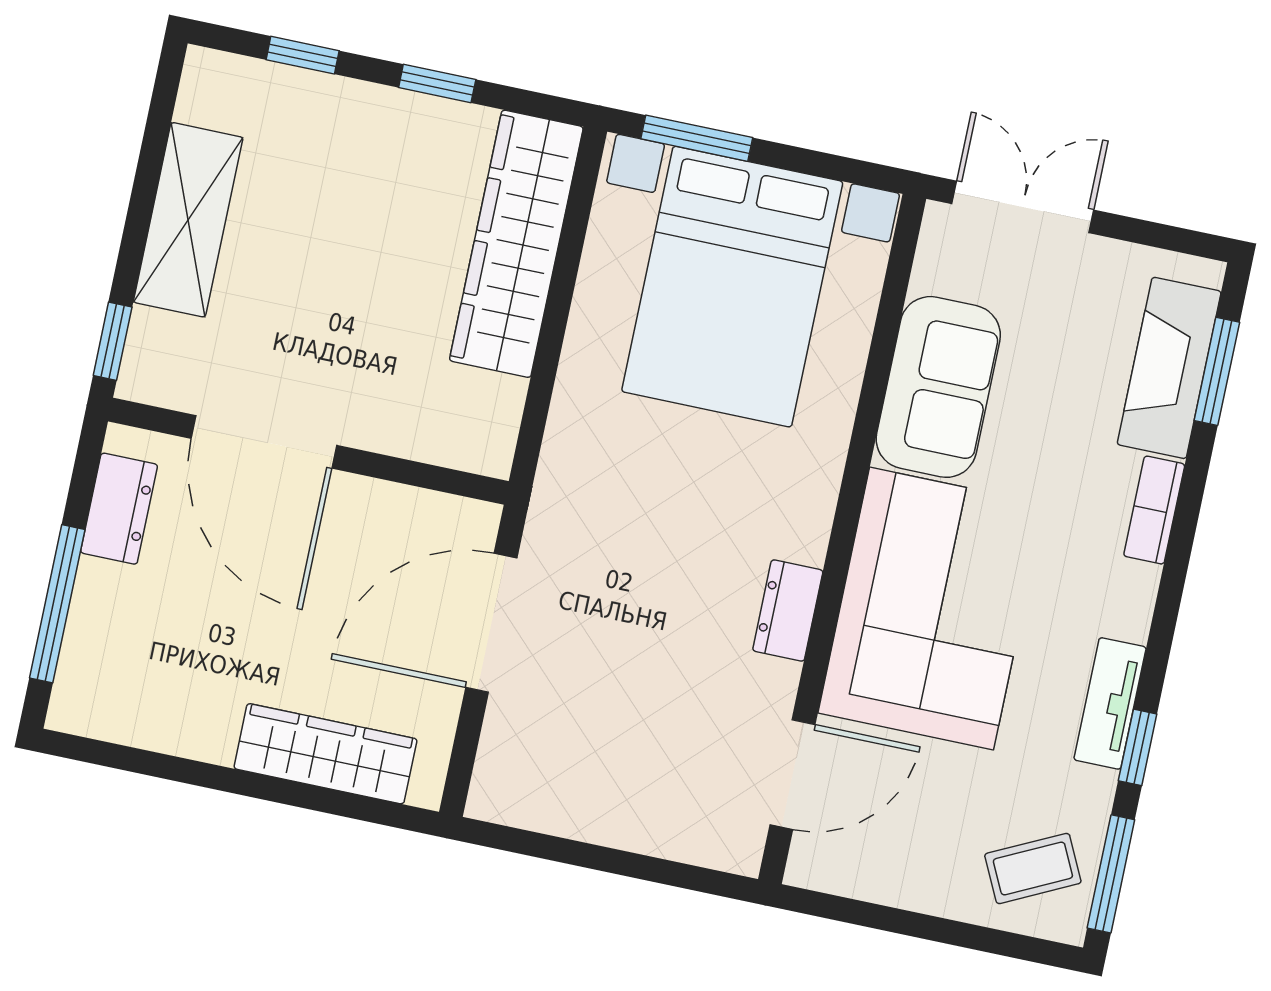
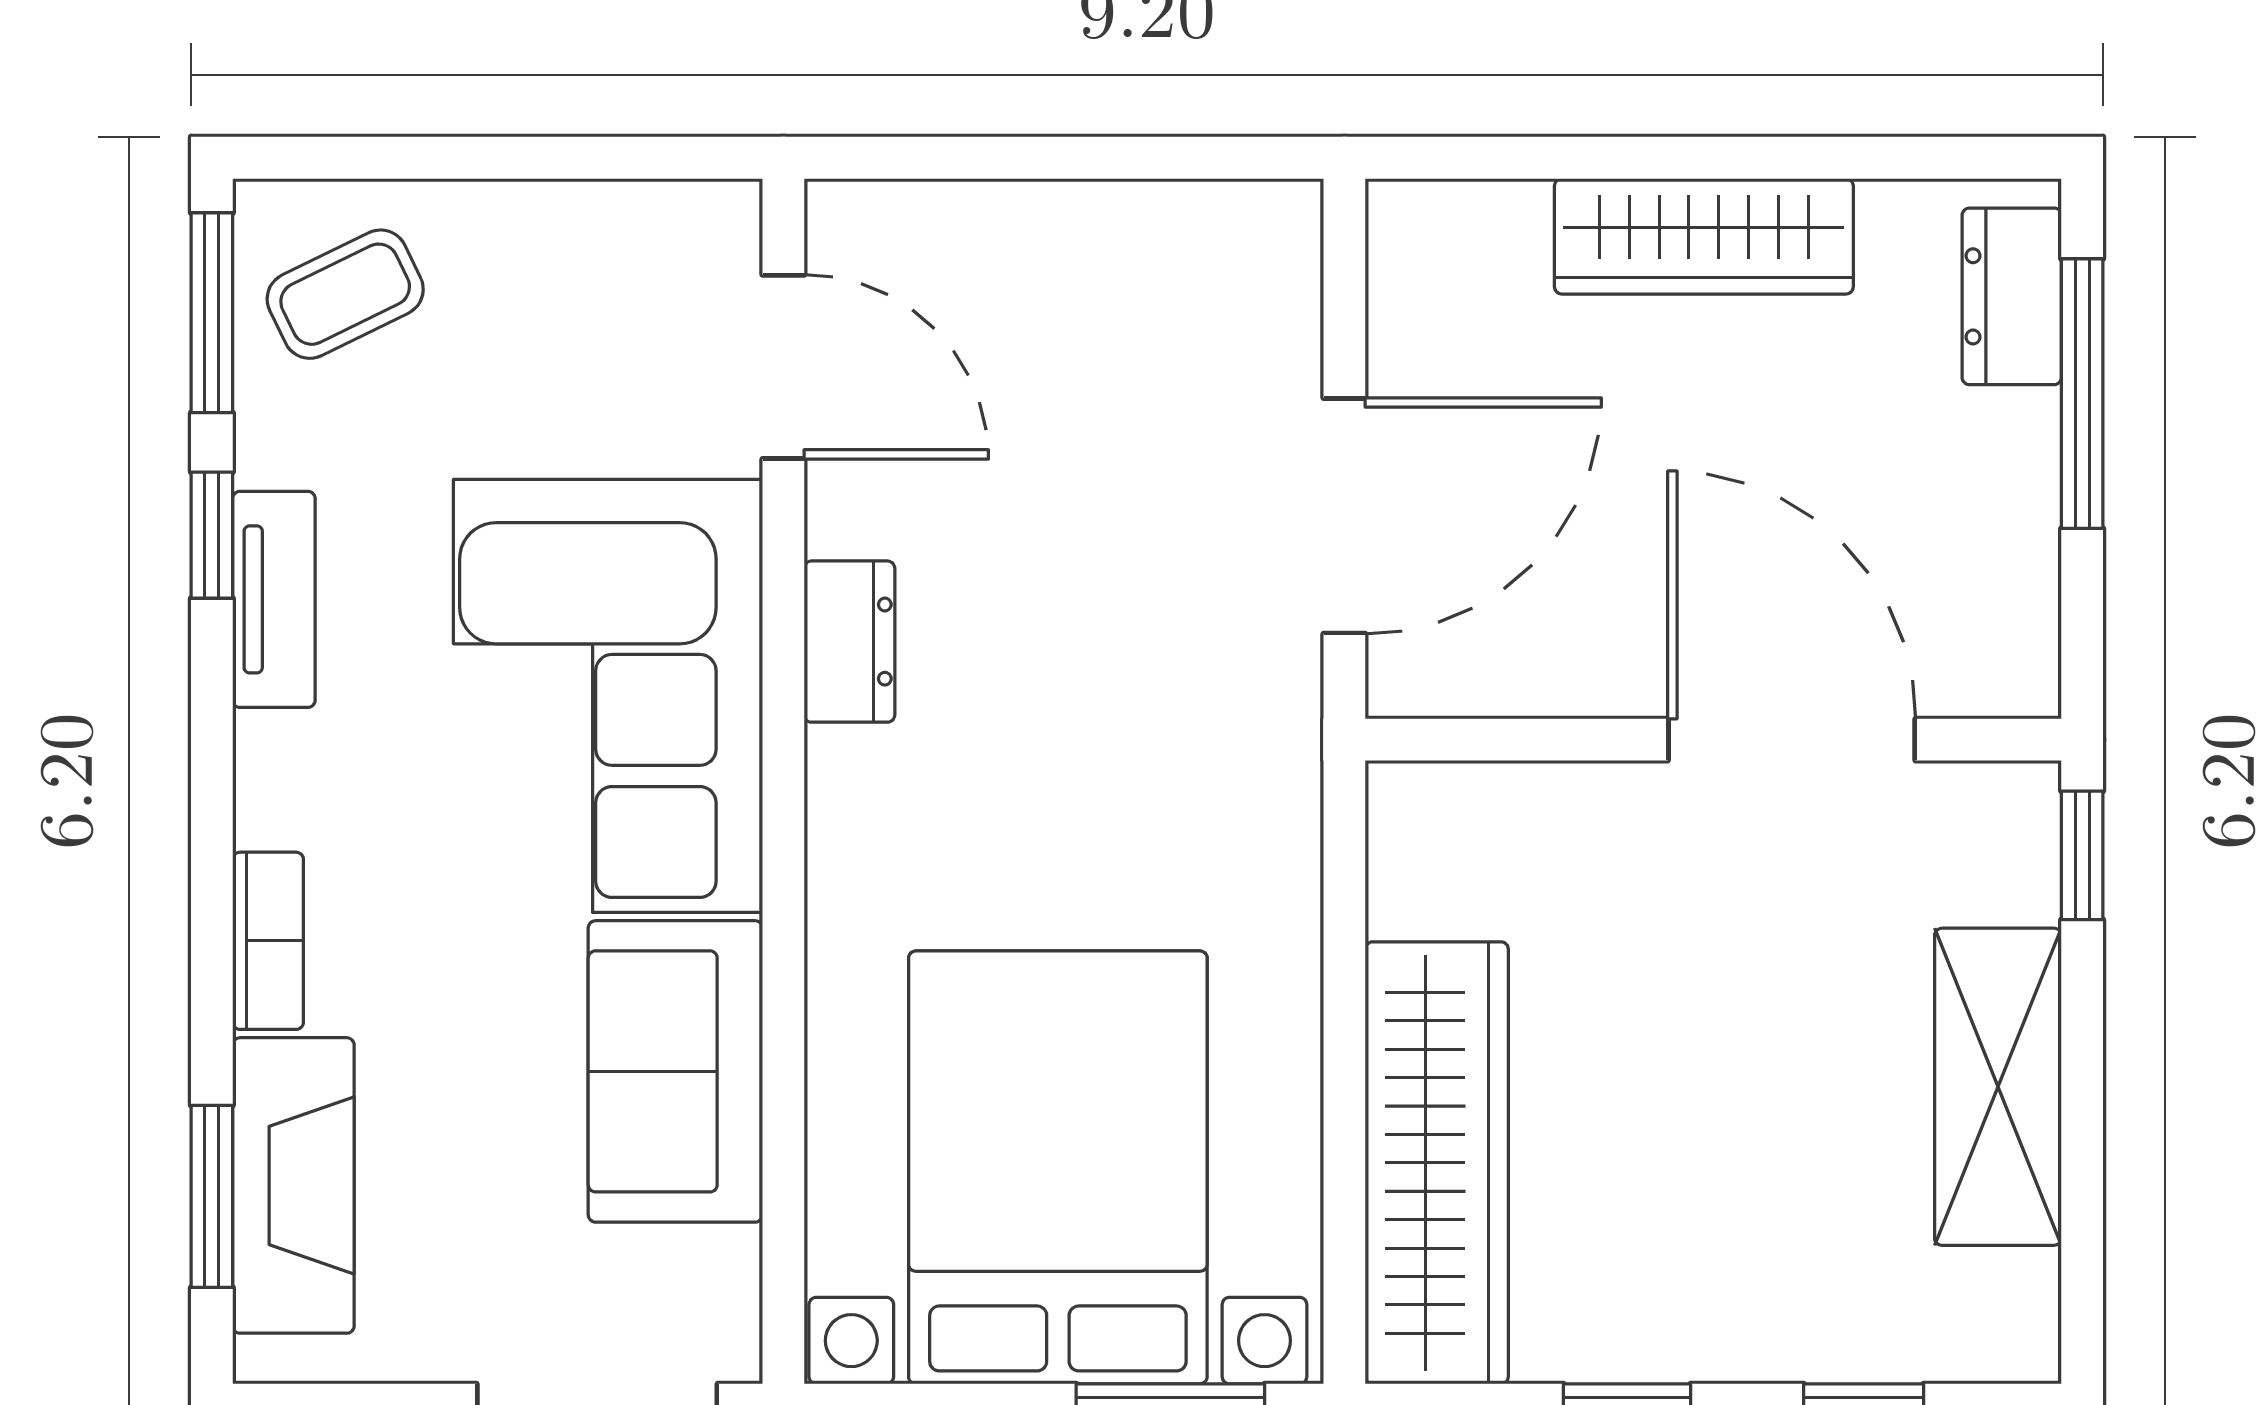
dresser: (119, 509) -> (2012, 296), moved
wardrobe: (325, 754) -> (1704, 236), moved
door: (792, 775) -> (783, 367), swing flipped

